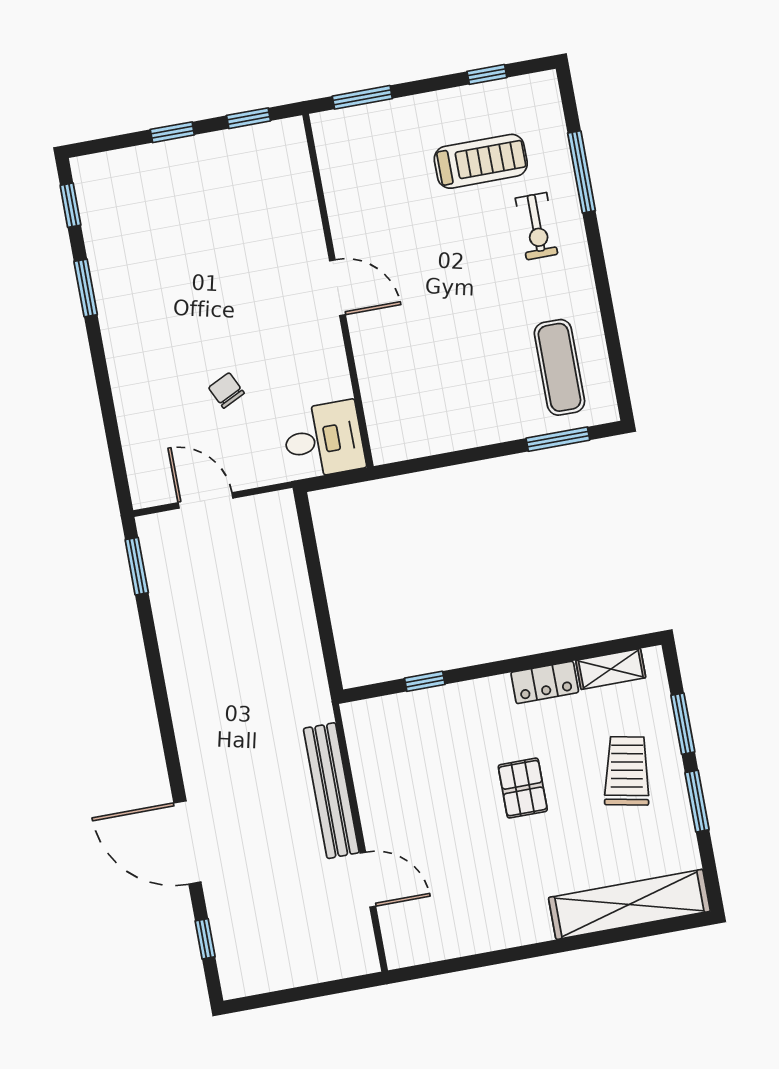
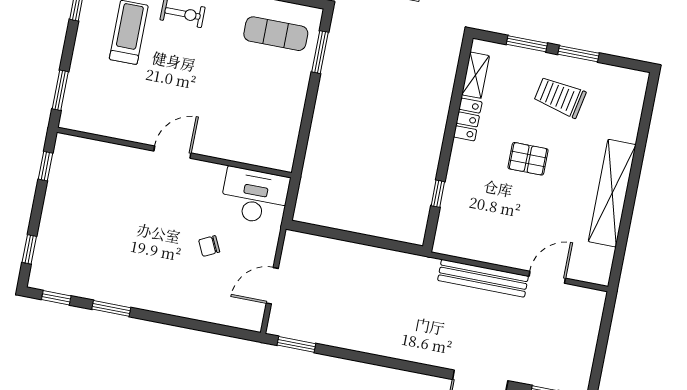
window: (172, 132) -> (29, 249), moved
desk: (324, 440) -> (255, 196), width x1.37
trolley: (627, 771) -> (560, 97), moved
shelving: (629, 904) -> (612, 193), moved

